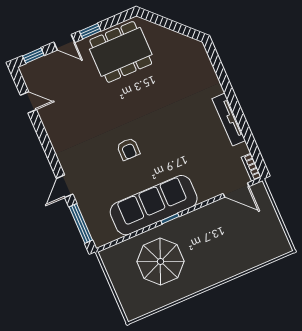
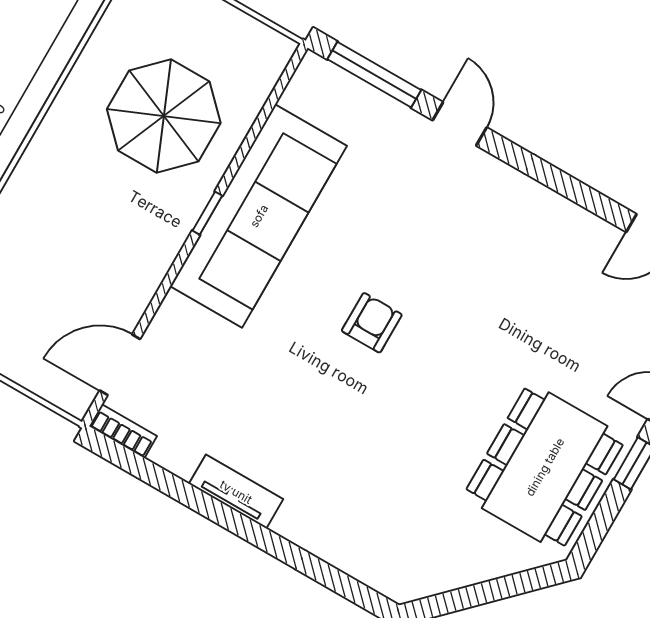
tv unit: (229, 120) -> (236, 492), width x0.71
armchair: (128, 149) -> (372, 323), moved, turned 90

